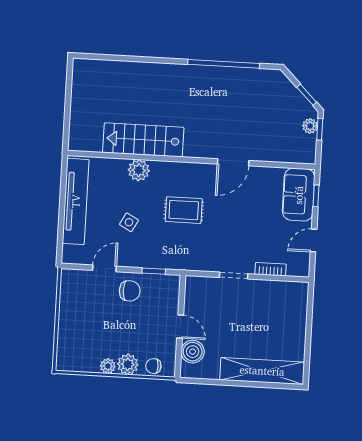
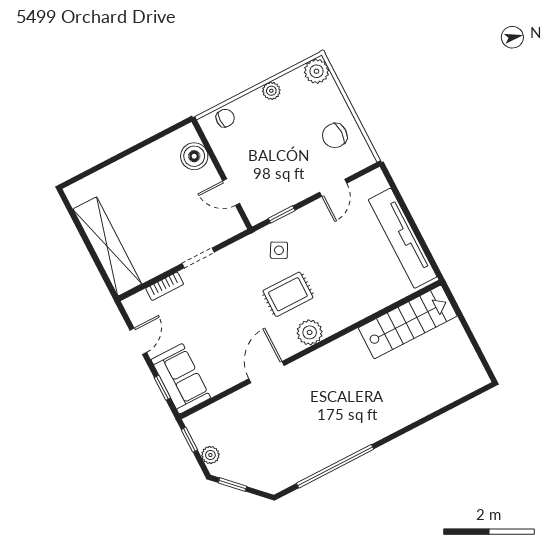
window: (320, 129) -> (189, 440), moved
stairs: (143, 140) -> (408, 322), moved
plant: (139, 170) -> (310, 332), moved
side table: (129, 222) -> (279, 250), moved
chair: (130, 291) -> (335, 136), moved
door: (180, 327) -> (231, 192), moved
plant: (128, 364) -> (317, 71), moved
shelving: (262, 371) -> (107, 246), moved, turned 90

